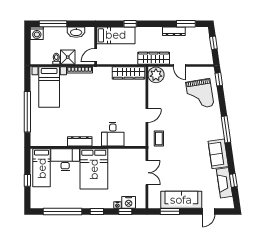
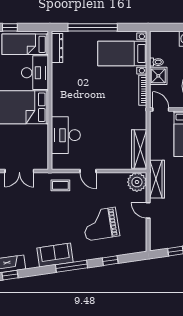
door: (180, 66) -> (148, 210), hinge flipped
window: (219, 79) -> (110, 261), moved
grand piano: (200, 94) -> (101, 224), moved
desk: (113, 134) -> (66, 135), width x1.37
dresser: (80, 141) -> (57, 48), moved
sofa: (218, 154) -> (55, 255), moved

